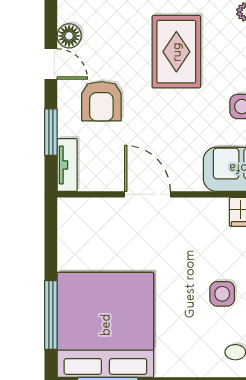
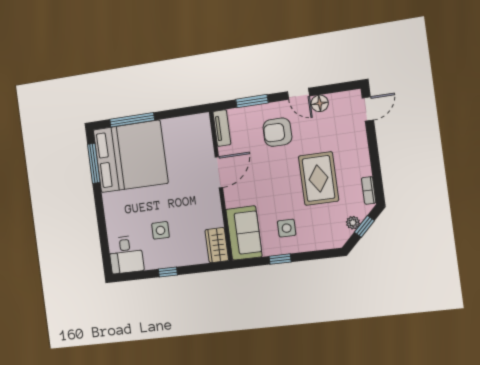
rug: (176, 52) -> (319, 178), turned 90
door: (51, 64) -> (298, 94), hinge flipped
tv unit: (67, 165) -> (222, 128), moved, turned -90

